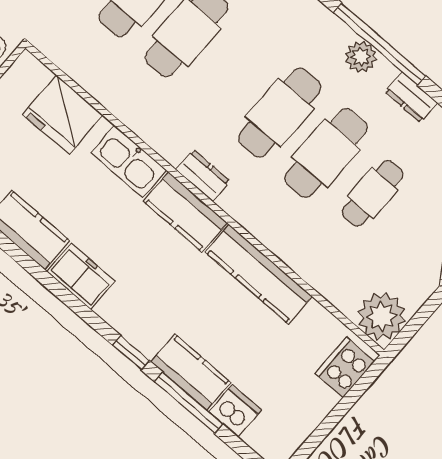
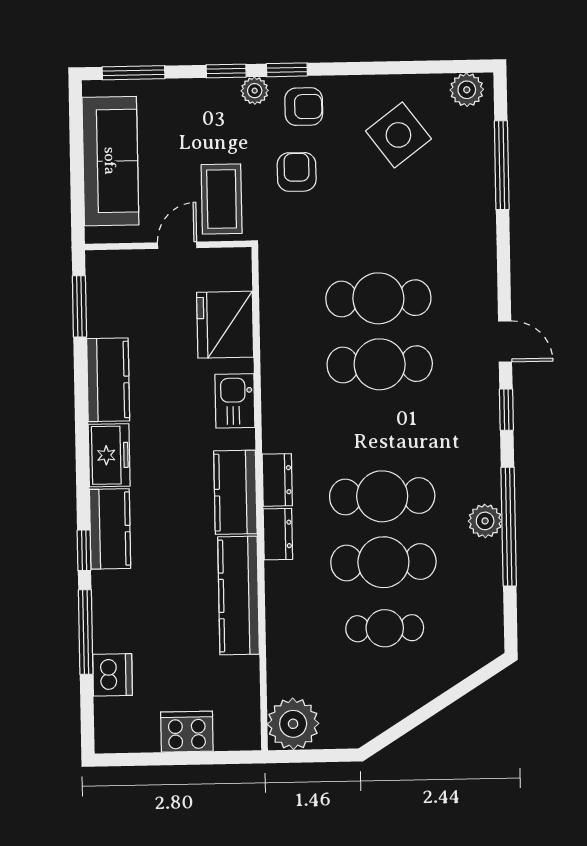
dresser: (411, 97) -> (278, 534), moved, turned 180
kitchen sink: (129, 161) -> (235, 401), width x0.73
cooker: (345, 367) -> (187, 732), moved
kitchen counter: (191, 372) -> (110, 529), moved

